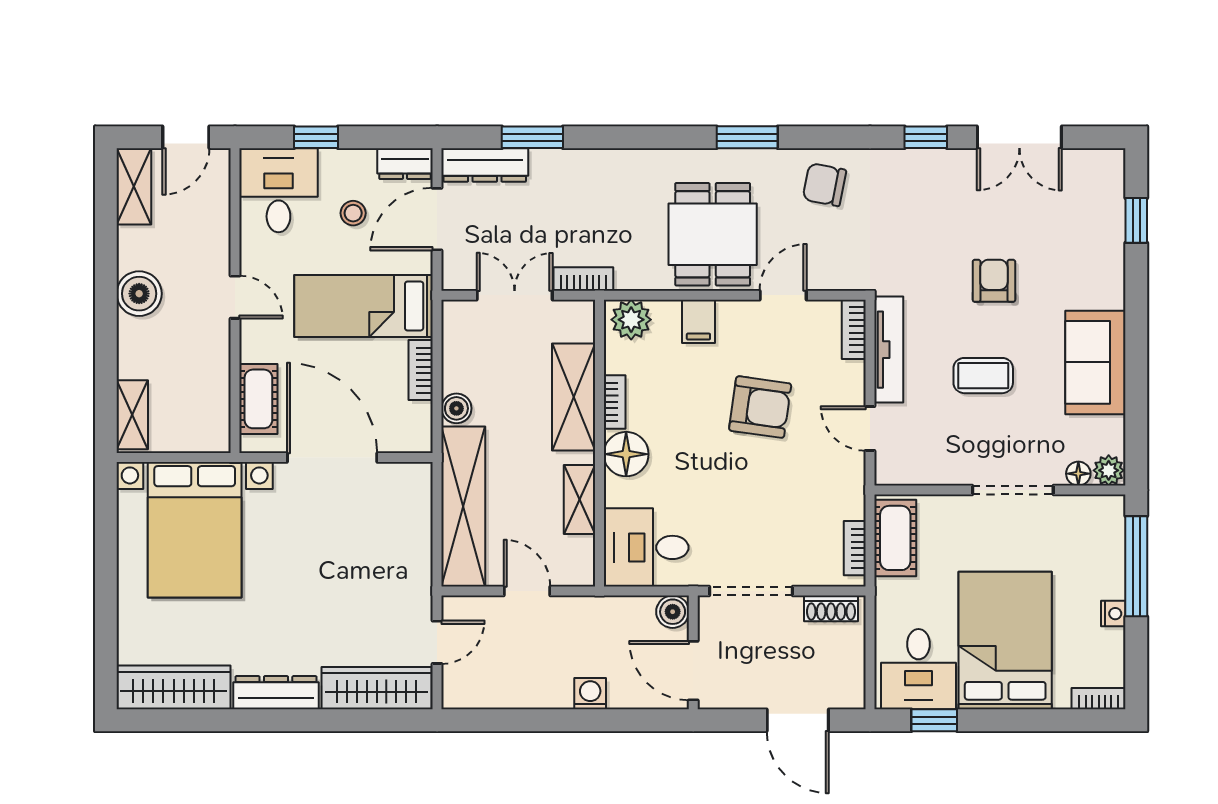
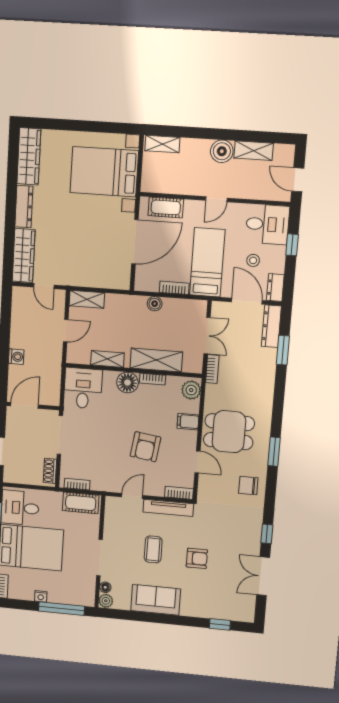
chair: (824, 185) -> (248, 486), turned -101
shelving: (134, 186) -> (254, 151), moved
shelving: (463, 507) -> (87, 299), width x0.45, depth x0.75
boiler: (673, 612) -> (52, 398), removed

